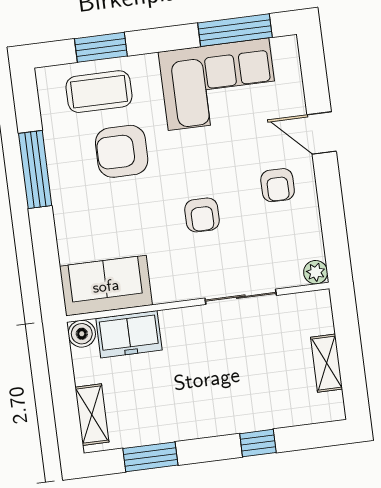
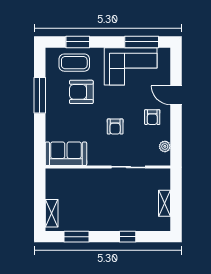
plant: (316, 272) -> (165, 146), moved
boiler: (82, 334) -> (52, 175), removed
freezer: (129, 334) -> (74, 178), removed

